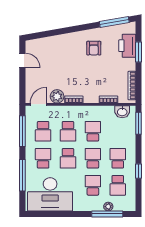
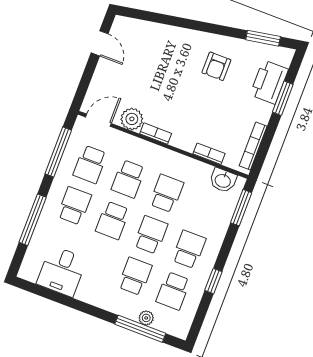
window: (114, 22) -> (263, 38), width x0.69
desk: (50, 194) -> (62, 271), width x0.53, depth x0.77

